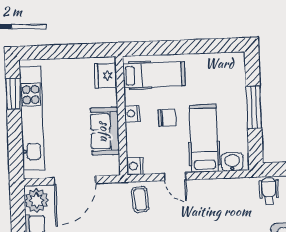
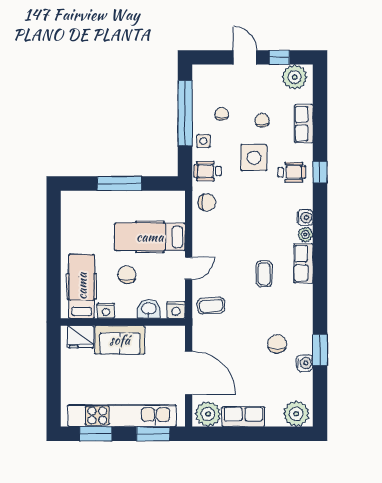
nightstand: (132, 113) -> (106, 311), moved
sofa: (105, 131) -> (120, 340), moved
window: (15, 149) -> (153, 434), added
washbasin: (232, 162) -> (149, 309), moved, turned 90
chair: (239, 192) -> (207, 202), added

